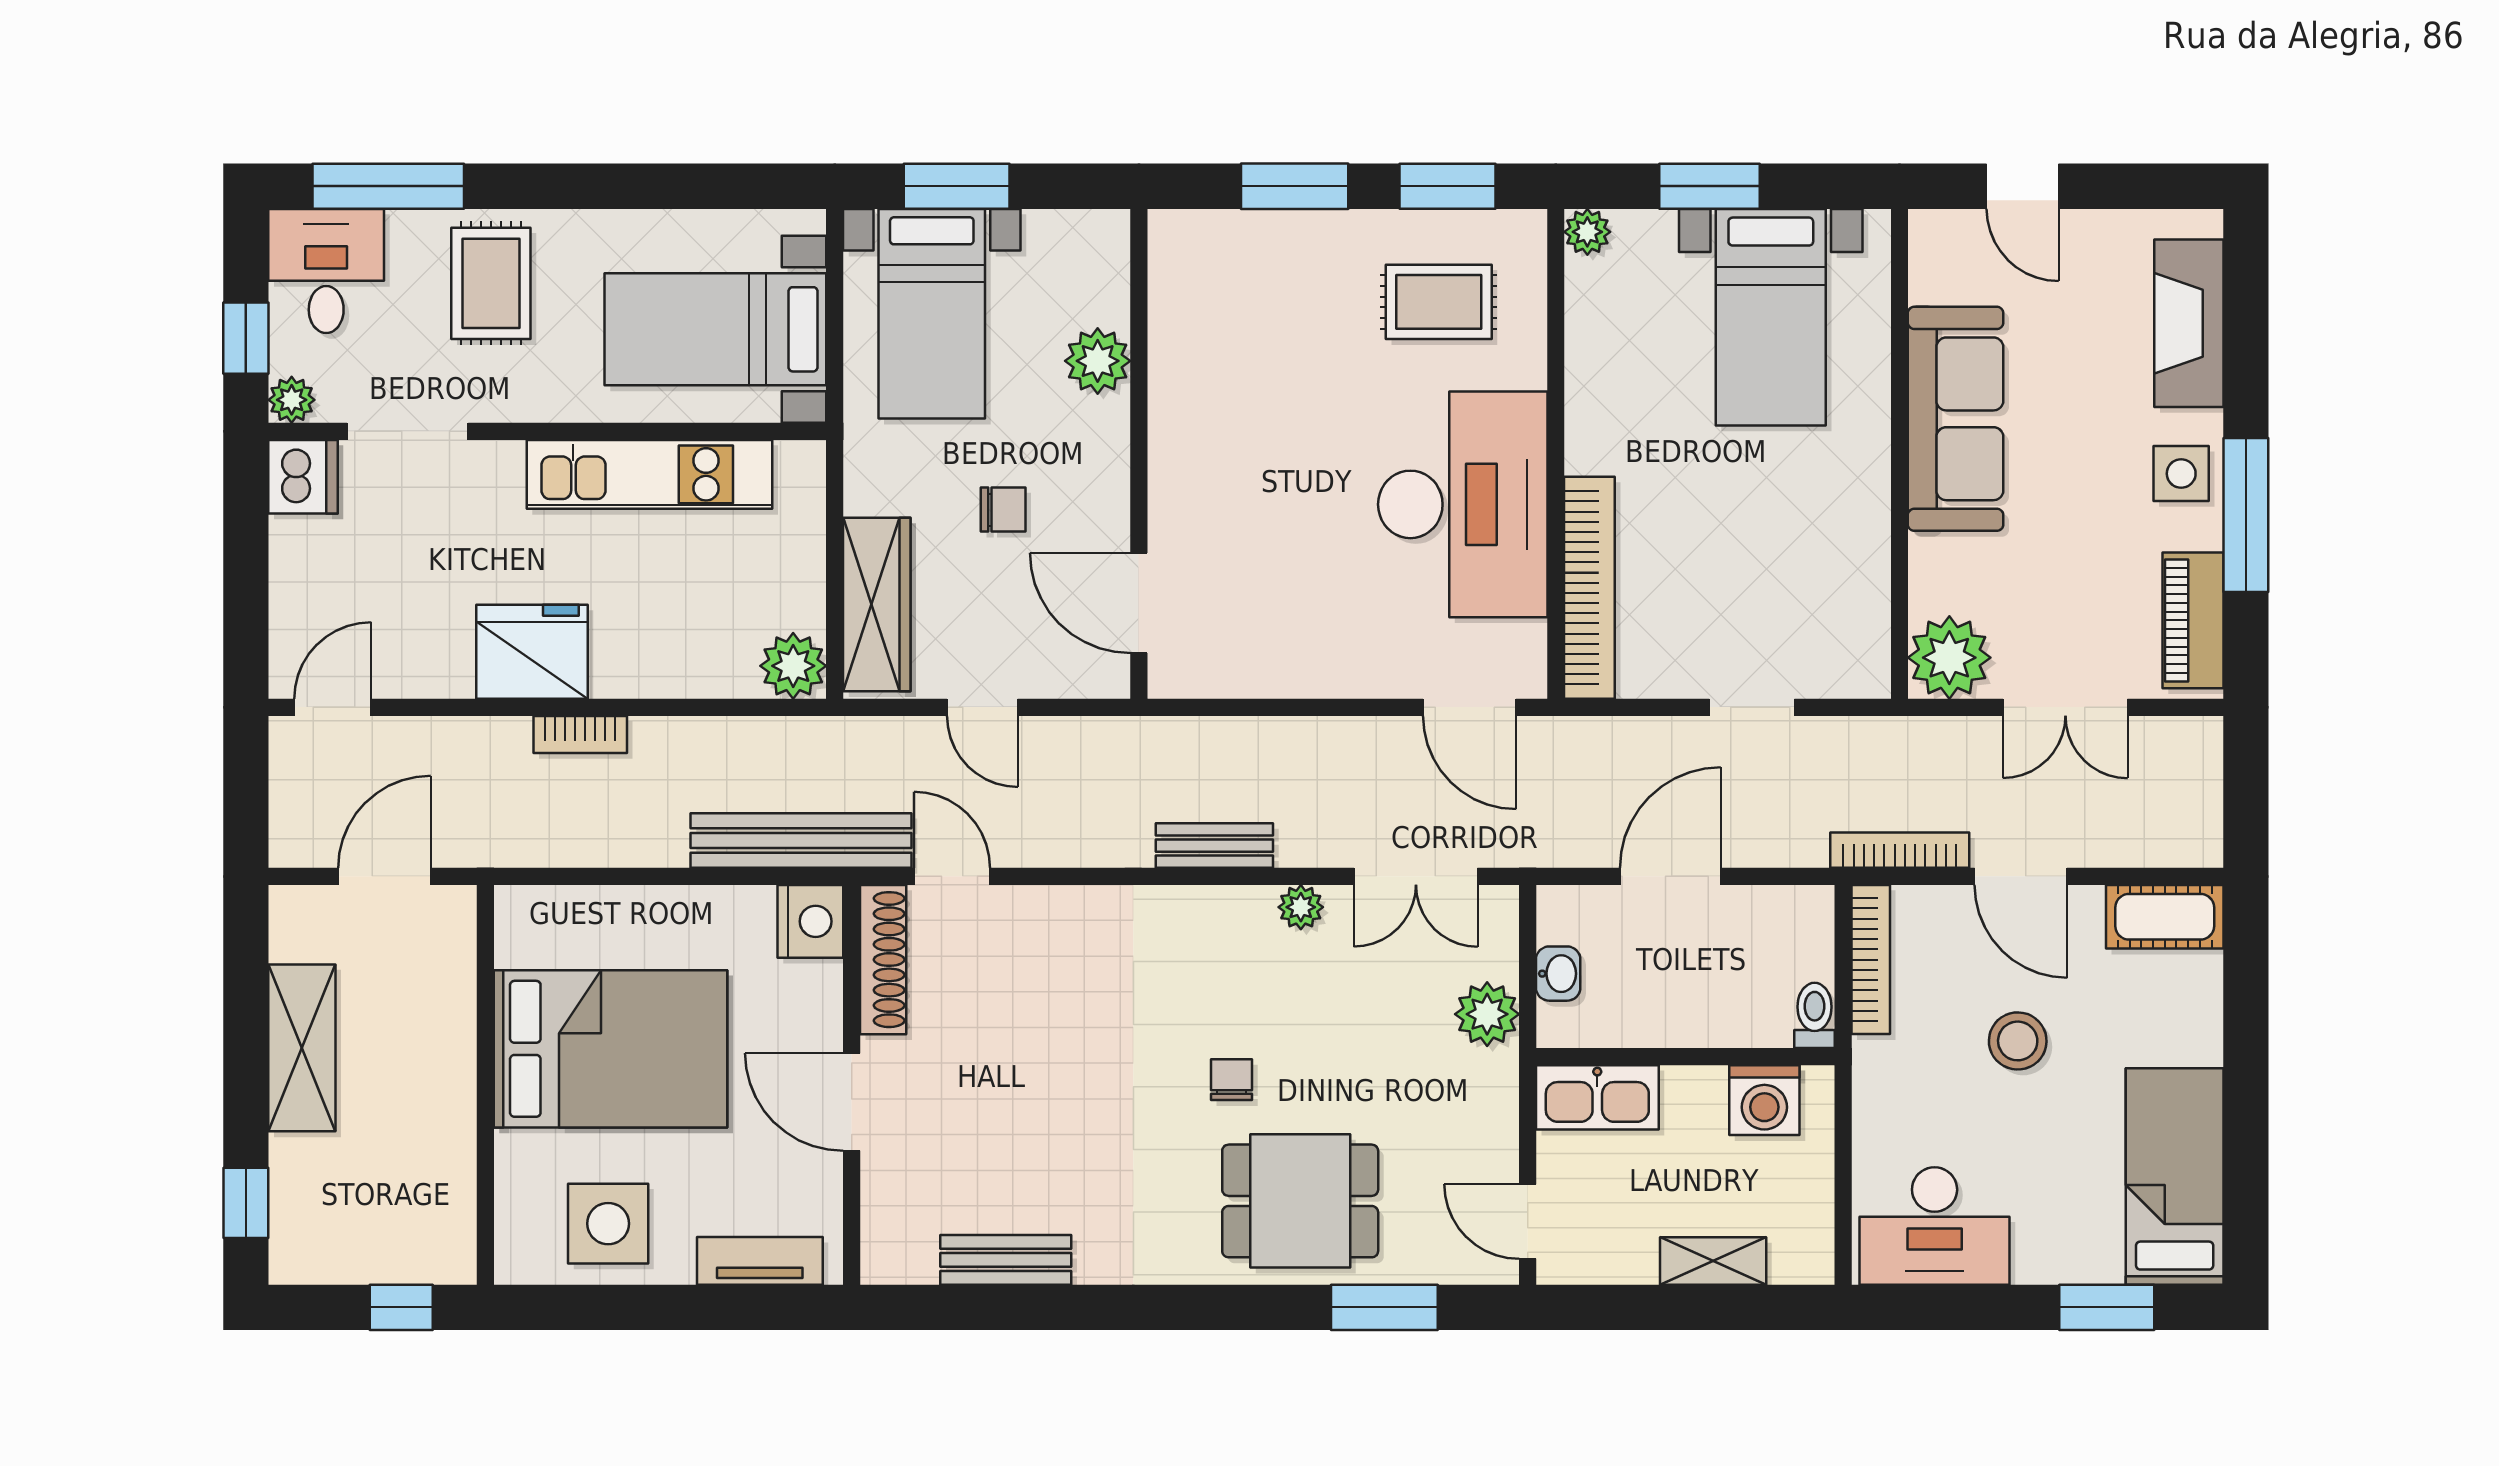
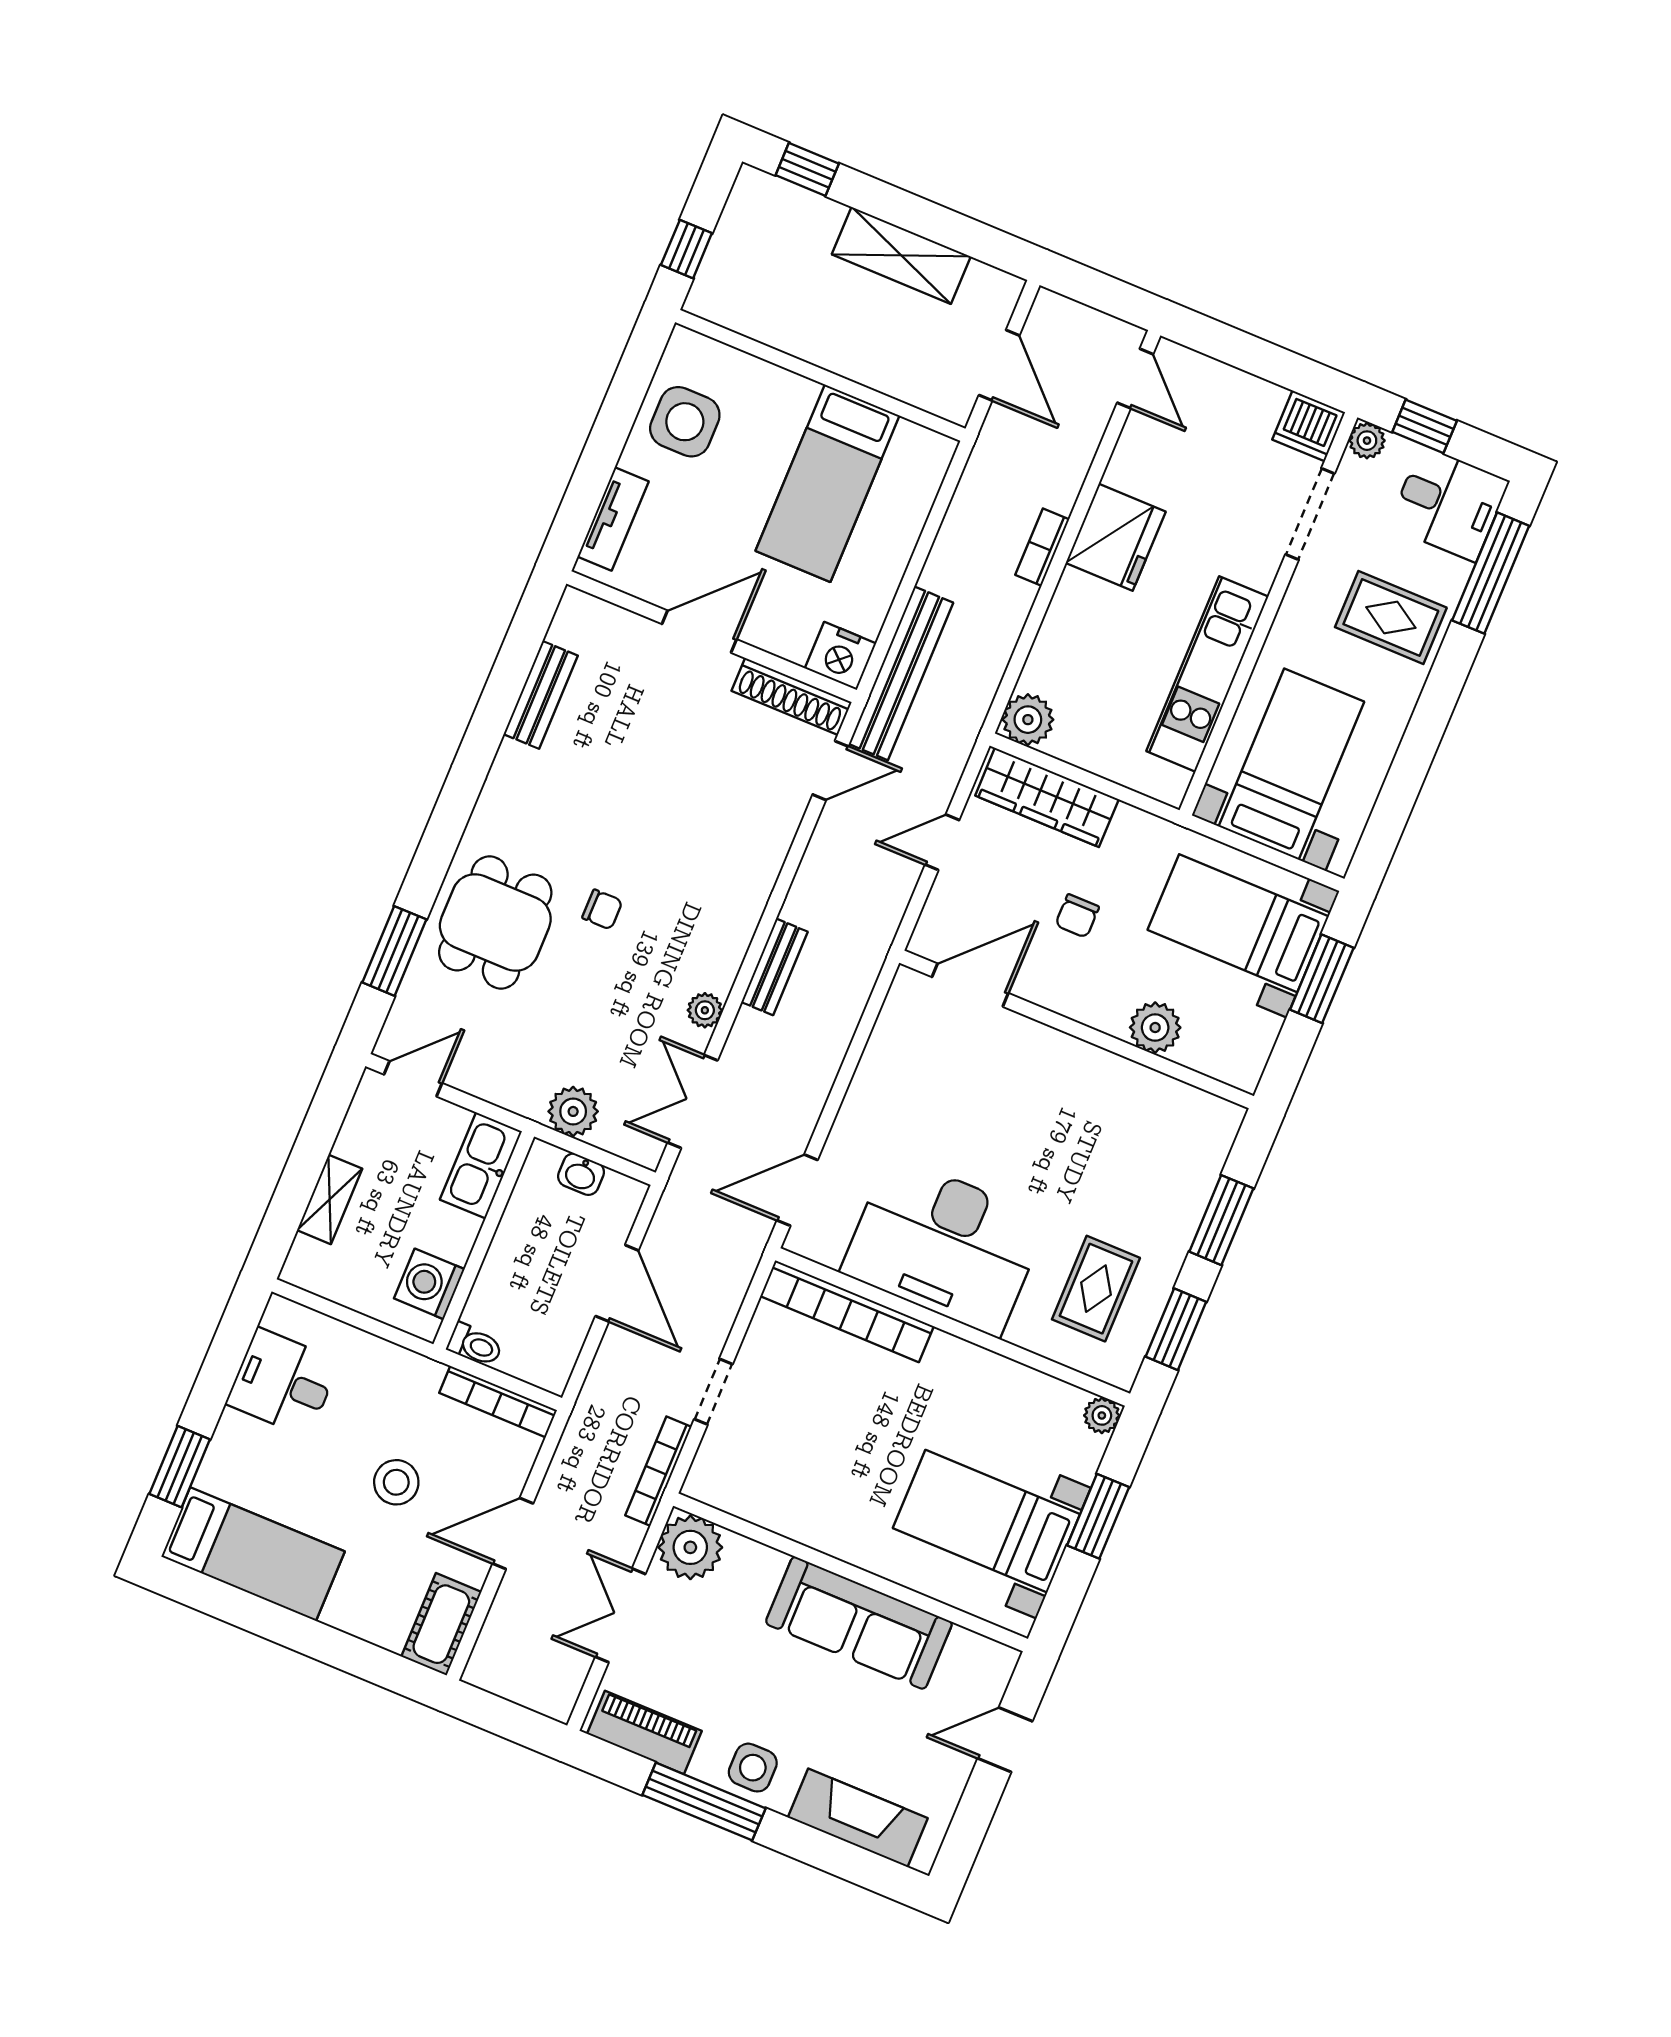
bookcase: (1900, 850) -> (658, 1471), moved, turned 180
bed: (611, 1049) -> (828, 483), width x0.67
desk: (1935, 1226) -> (283, 1382), width x0.73

